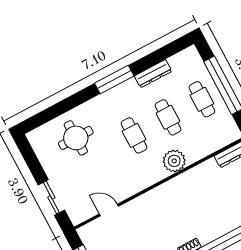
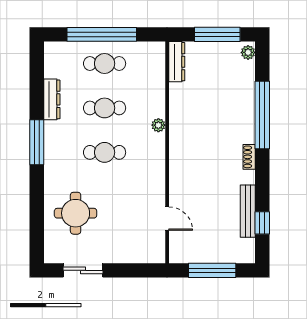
plant: (174, 161) -> (158, 125), width x0.53, depth x0.53
sliding door: (51, 197) -> (83, 270), moved
door: (109, 210) -> (167, 219), swing flipped

